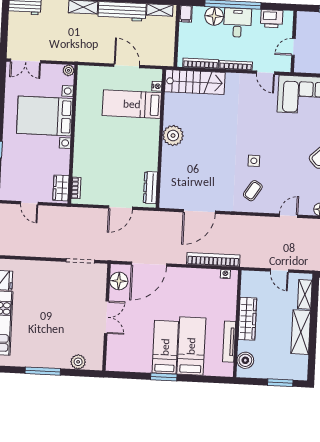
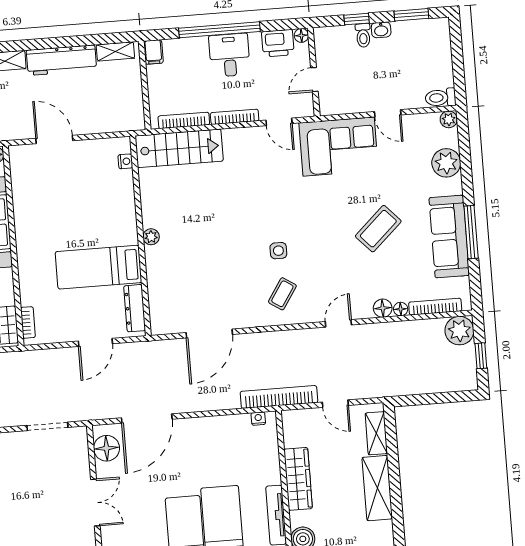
floor lamp: (214, 16) -> (301, 35), moved, width x0.53, depth x0.53
door: (127, 66) -> (54, 140), moved
bed: (132, 104) -> (98, 267), moved
plant: (173, 136) -> (151, 237), width x0.53, depth x0.53
bookcase: (213, 260) -> (279, 397), moved

